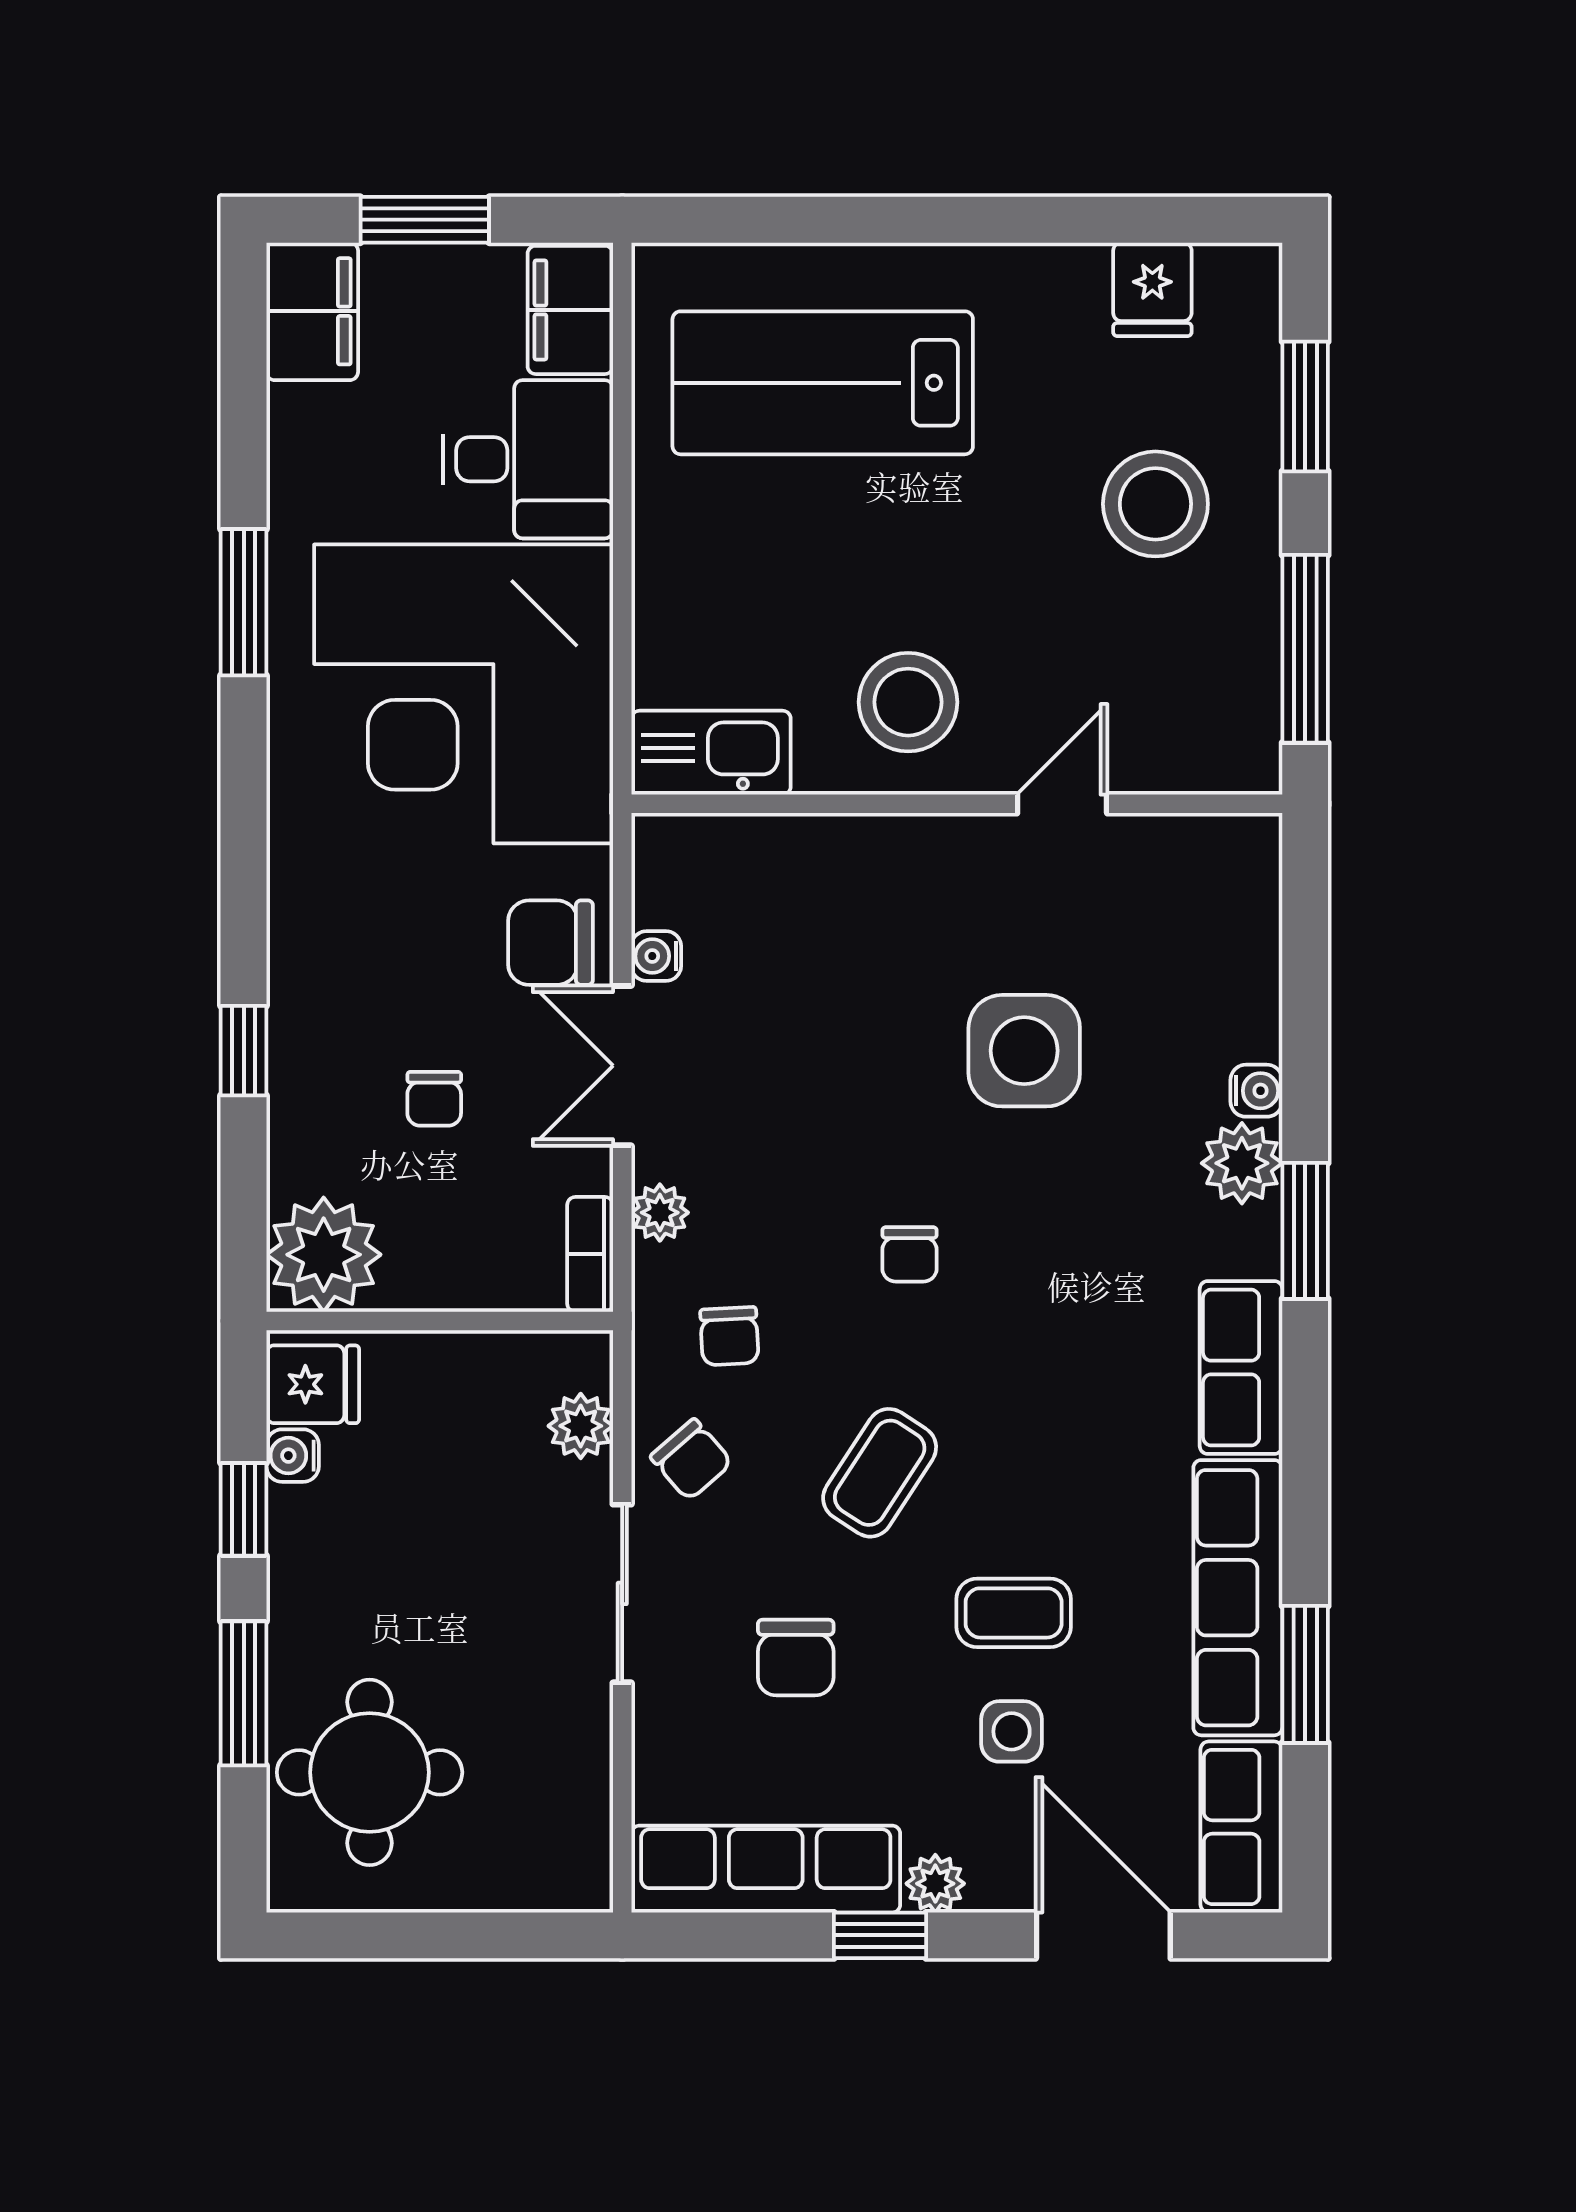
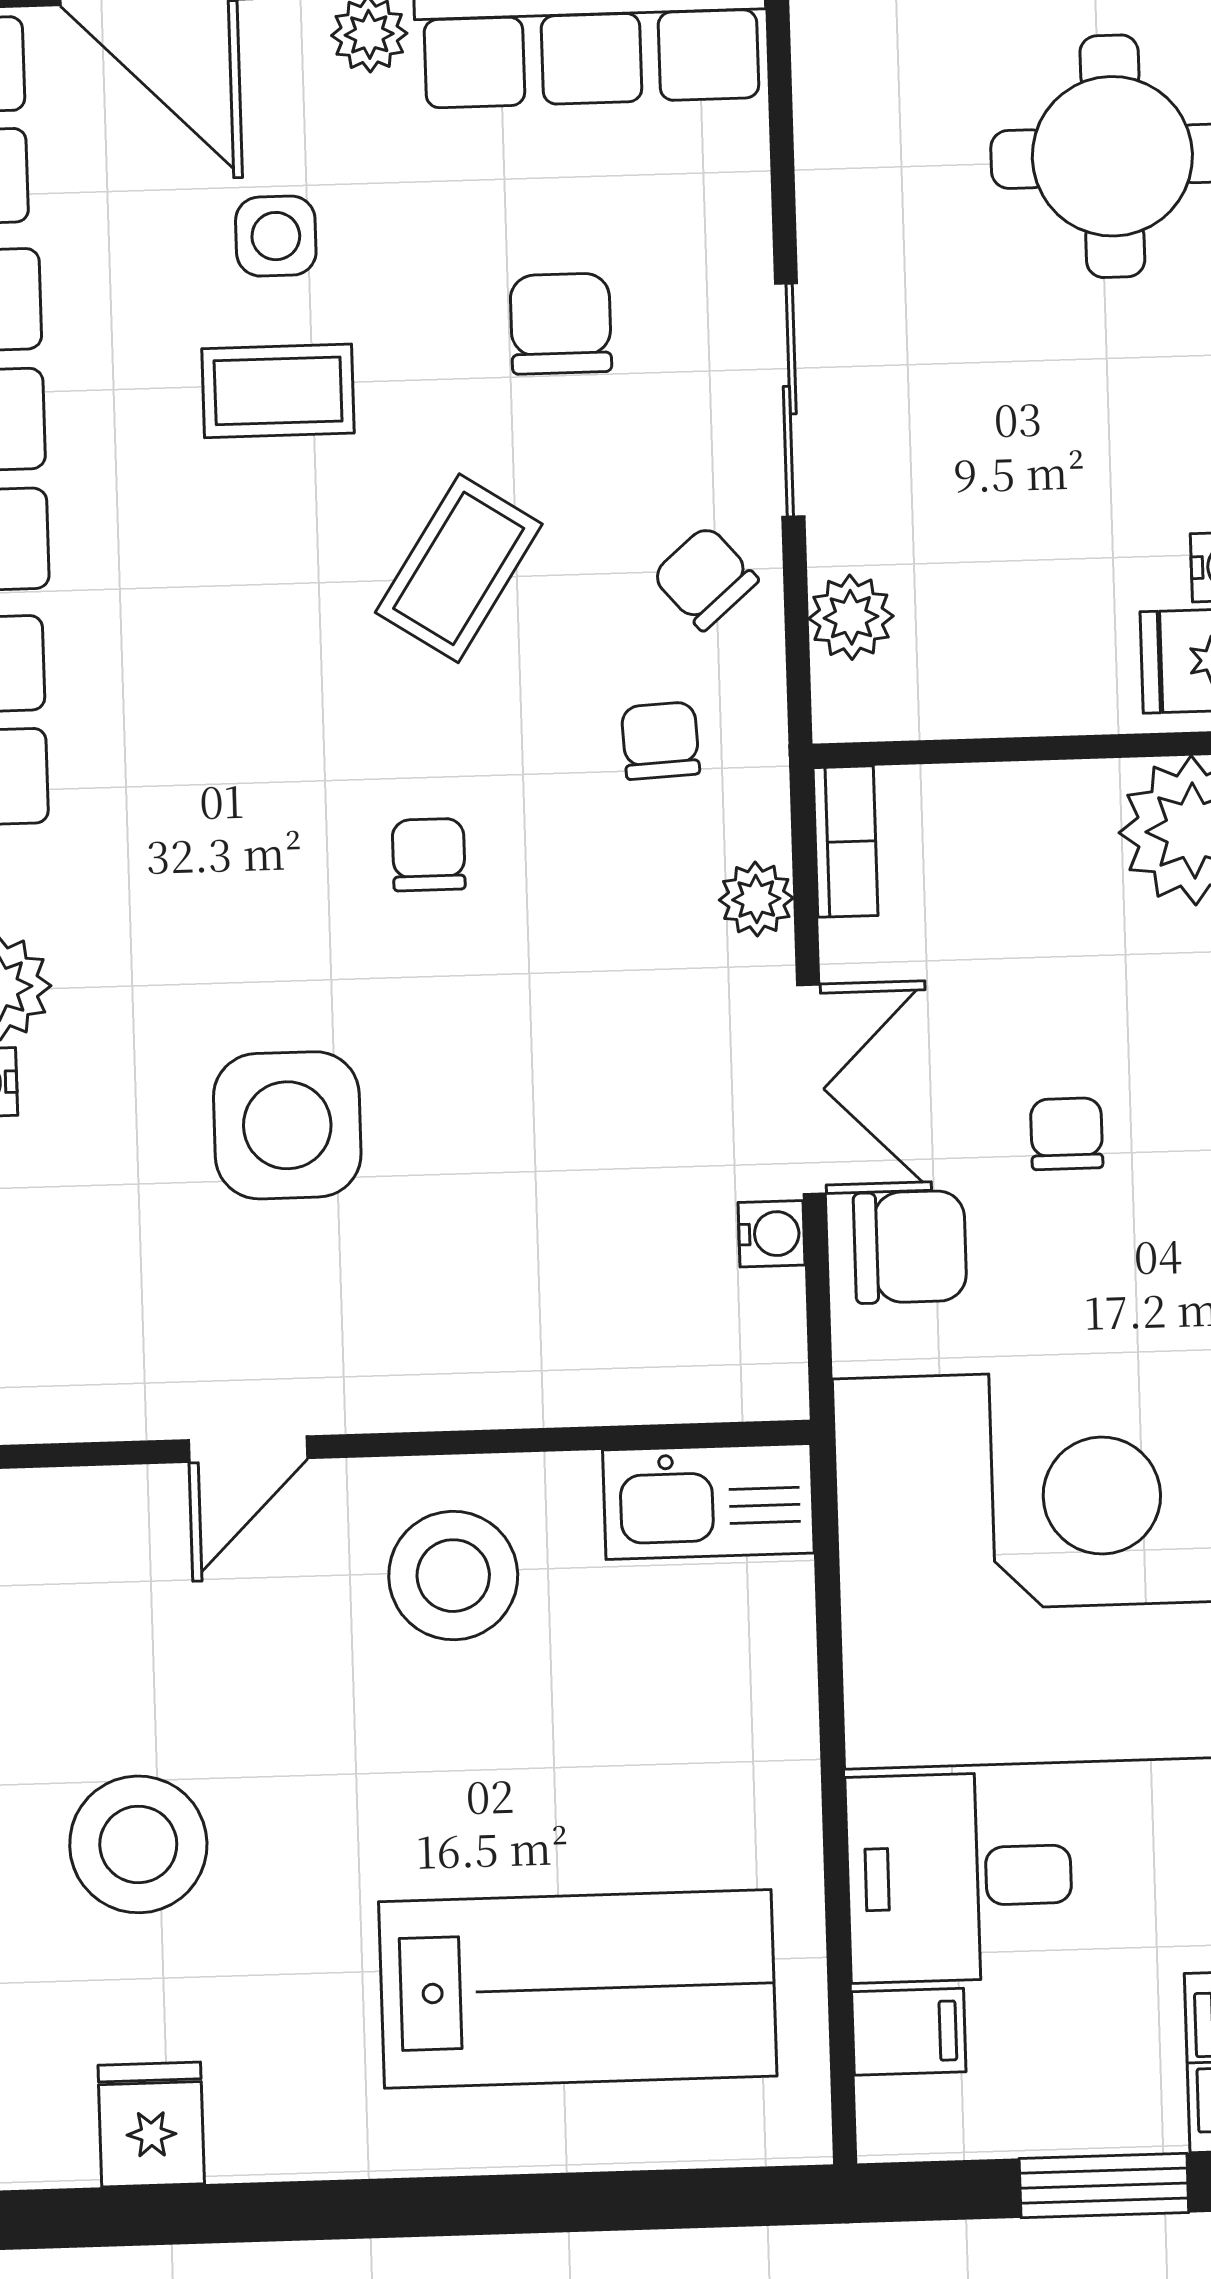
filing cabinet: (570, 310) -> (909, 2032), width x0.50
chair: (434, 1099) -> (1067, 1134), moved

